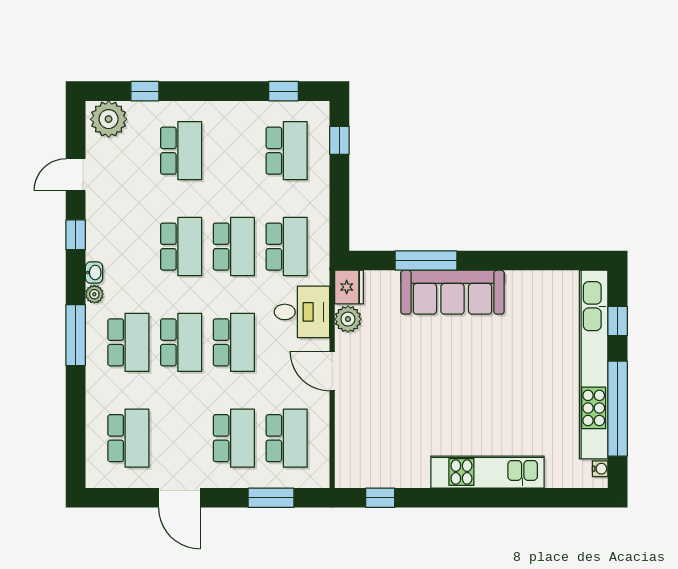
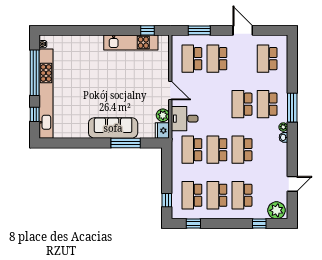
window: (76, 235) -> (292, 155), removed
school desk: (234, 342) -> (217, 195), moved
kitchen unit: (488, 472) -> (131, 43), moved

